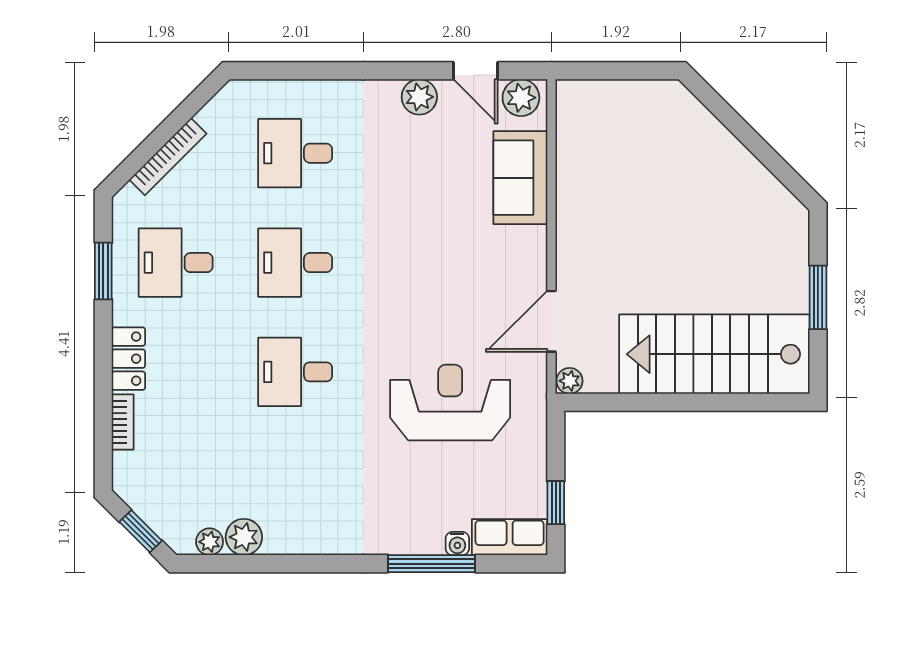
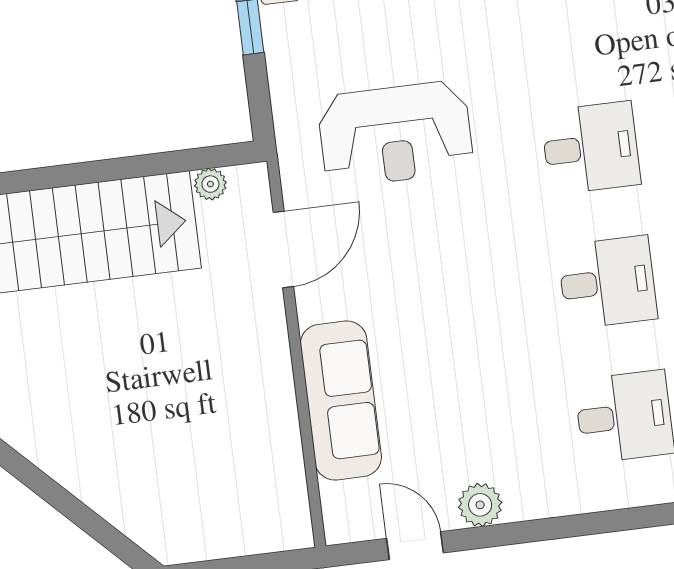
plant: (521, 98) -> (355, 520), removed
sofa: (520, 178) -> (341, 400), width x1.36
plant: (570, 381) -> (210, 184), moved

